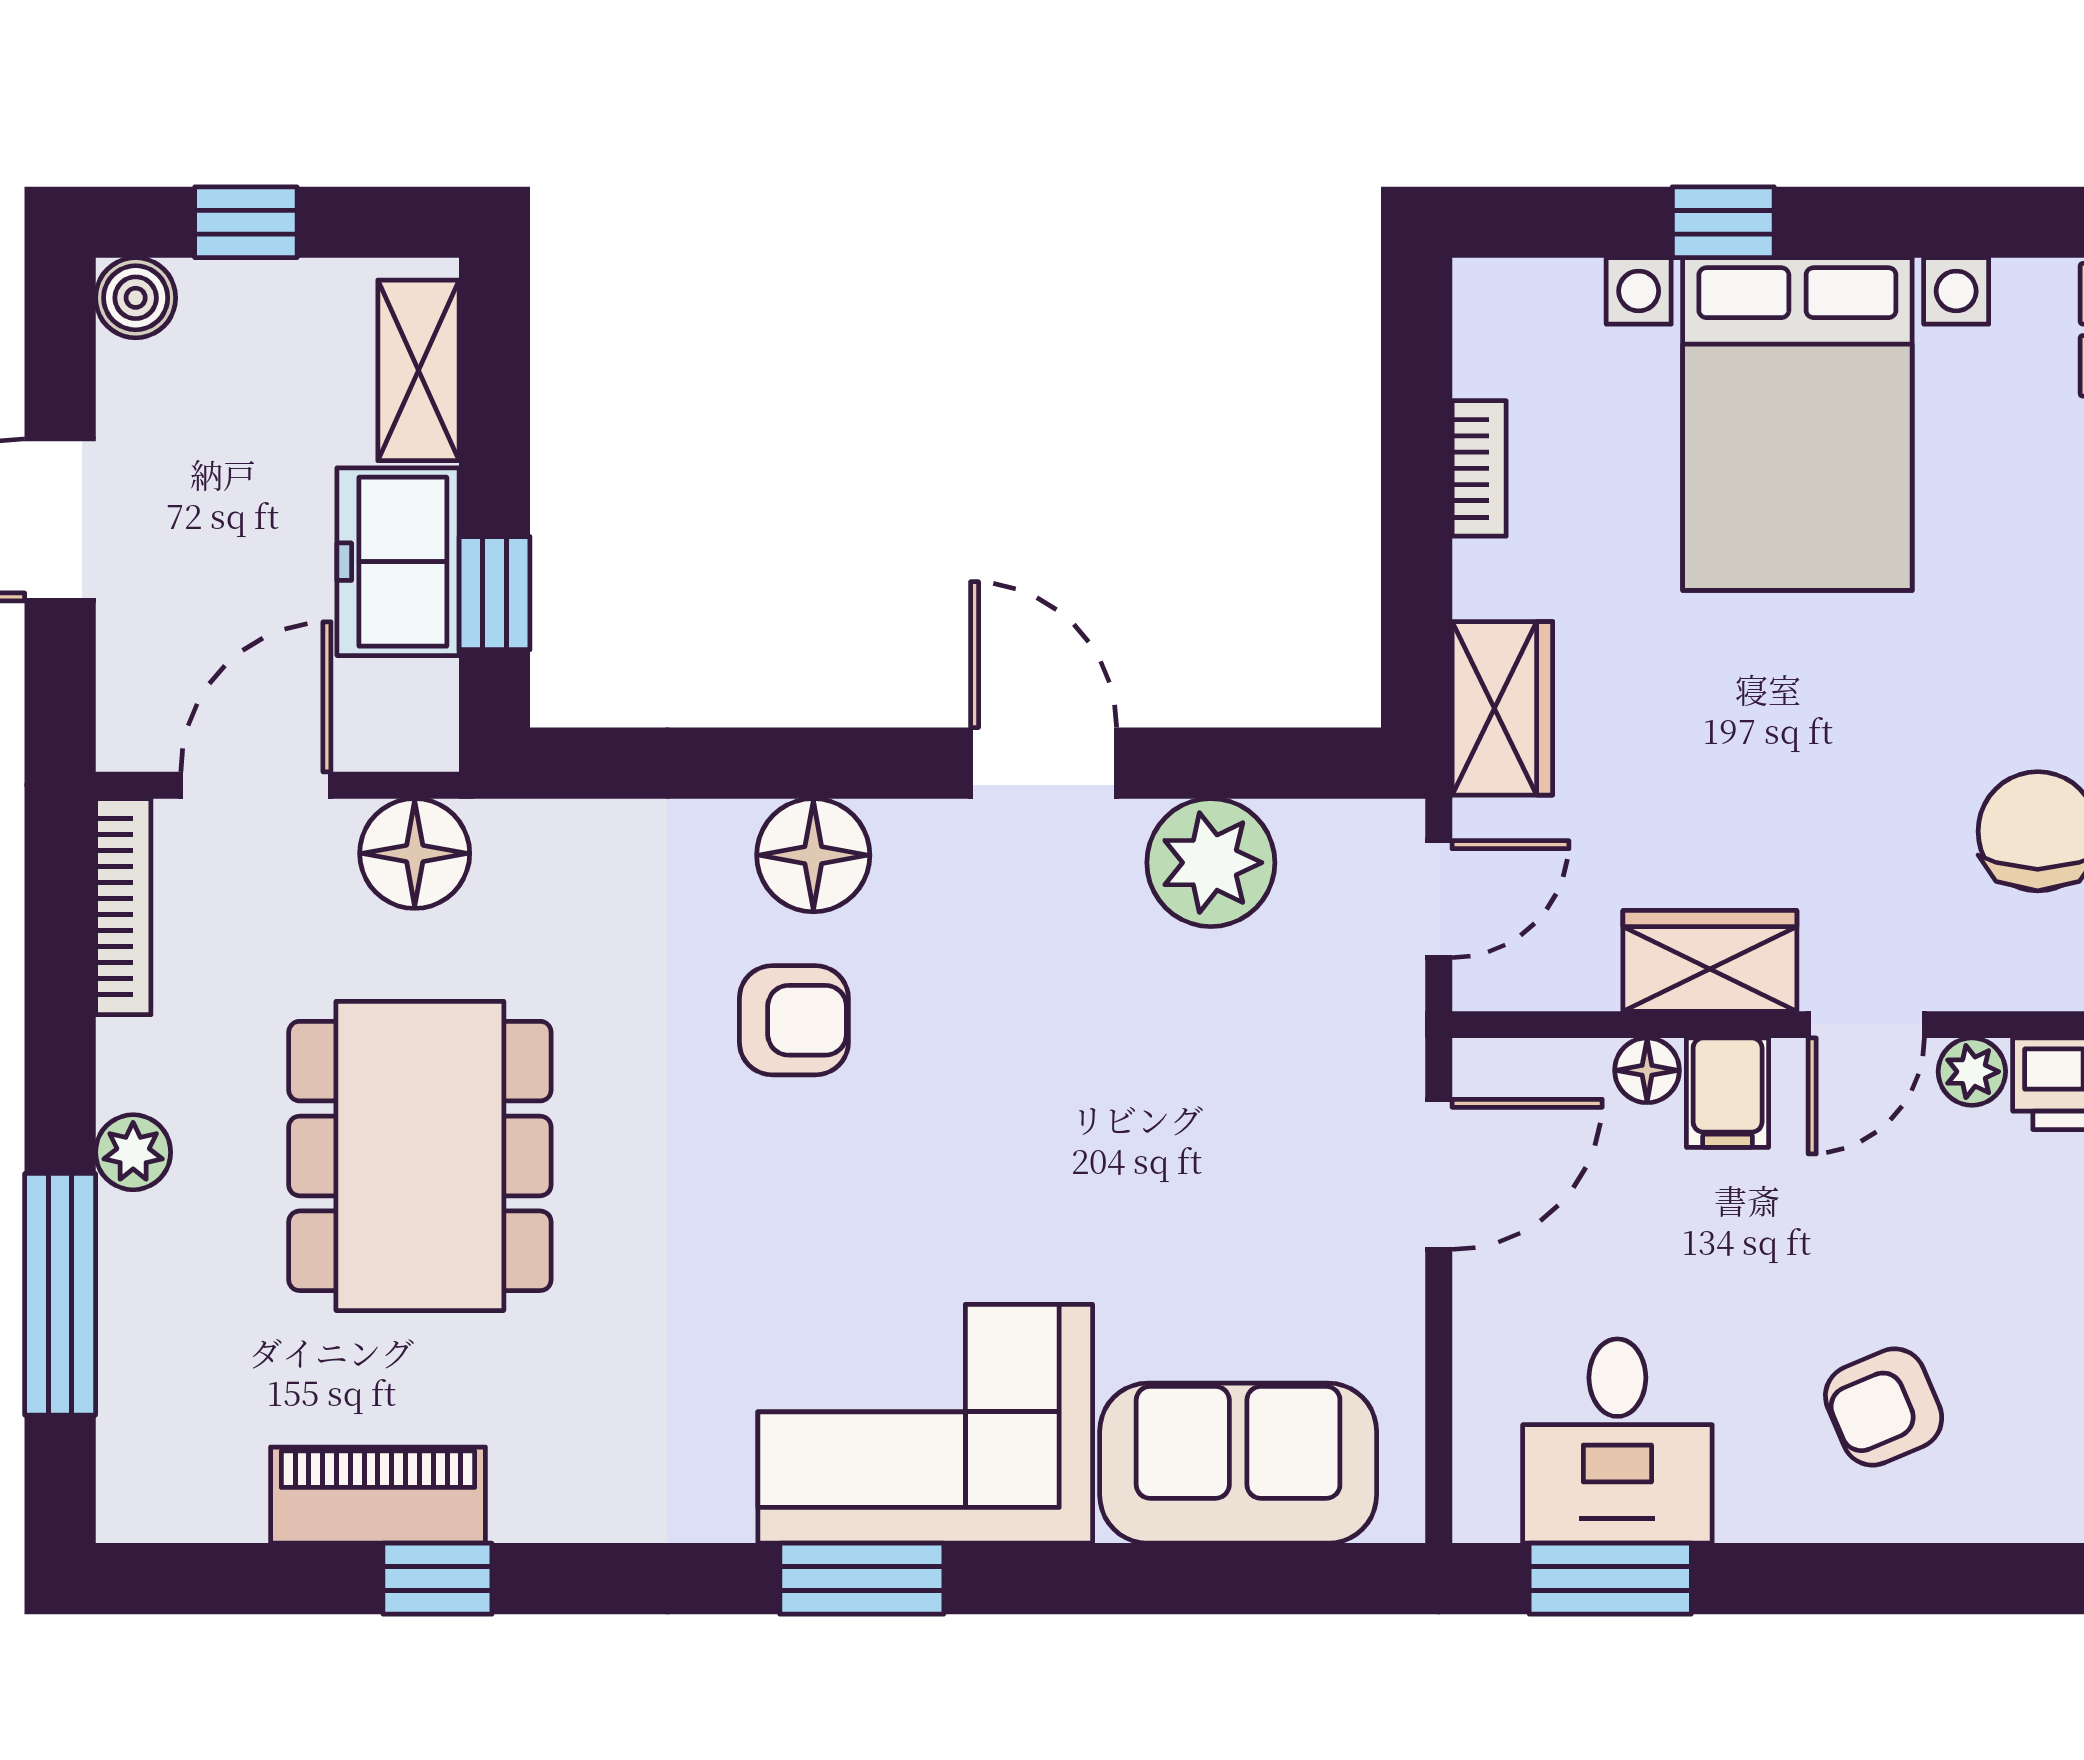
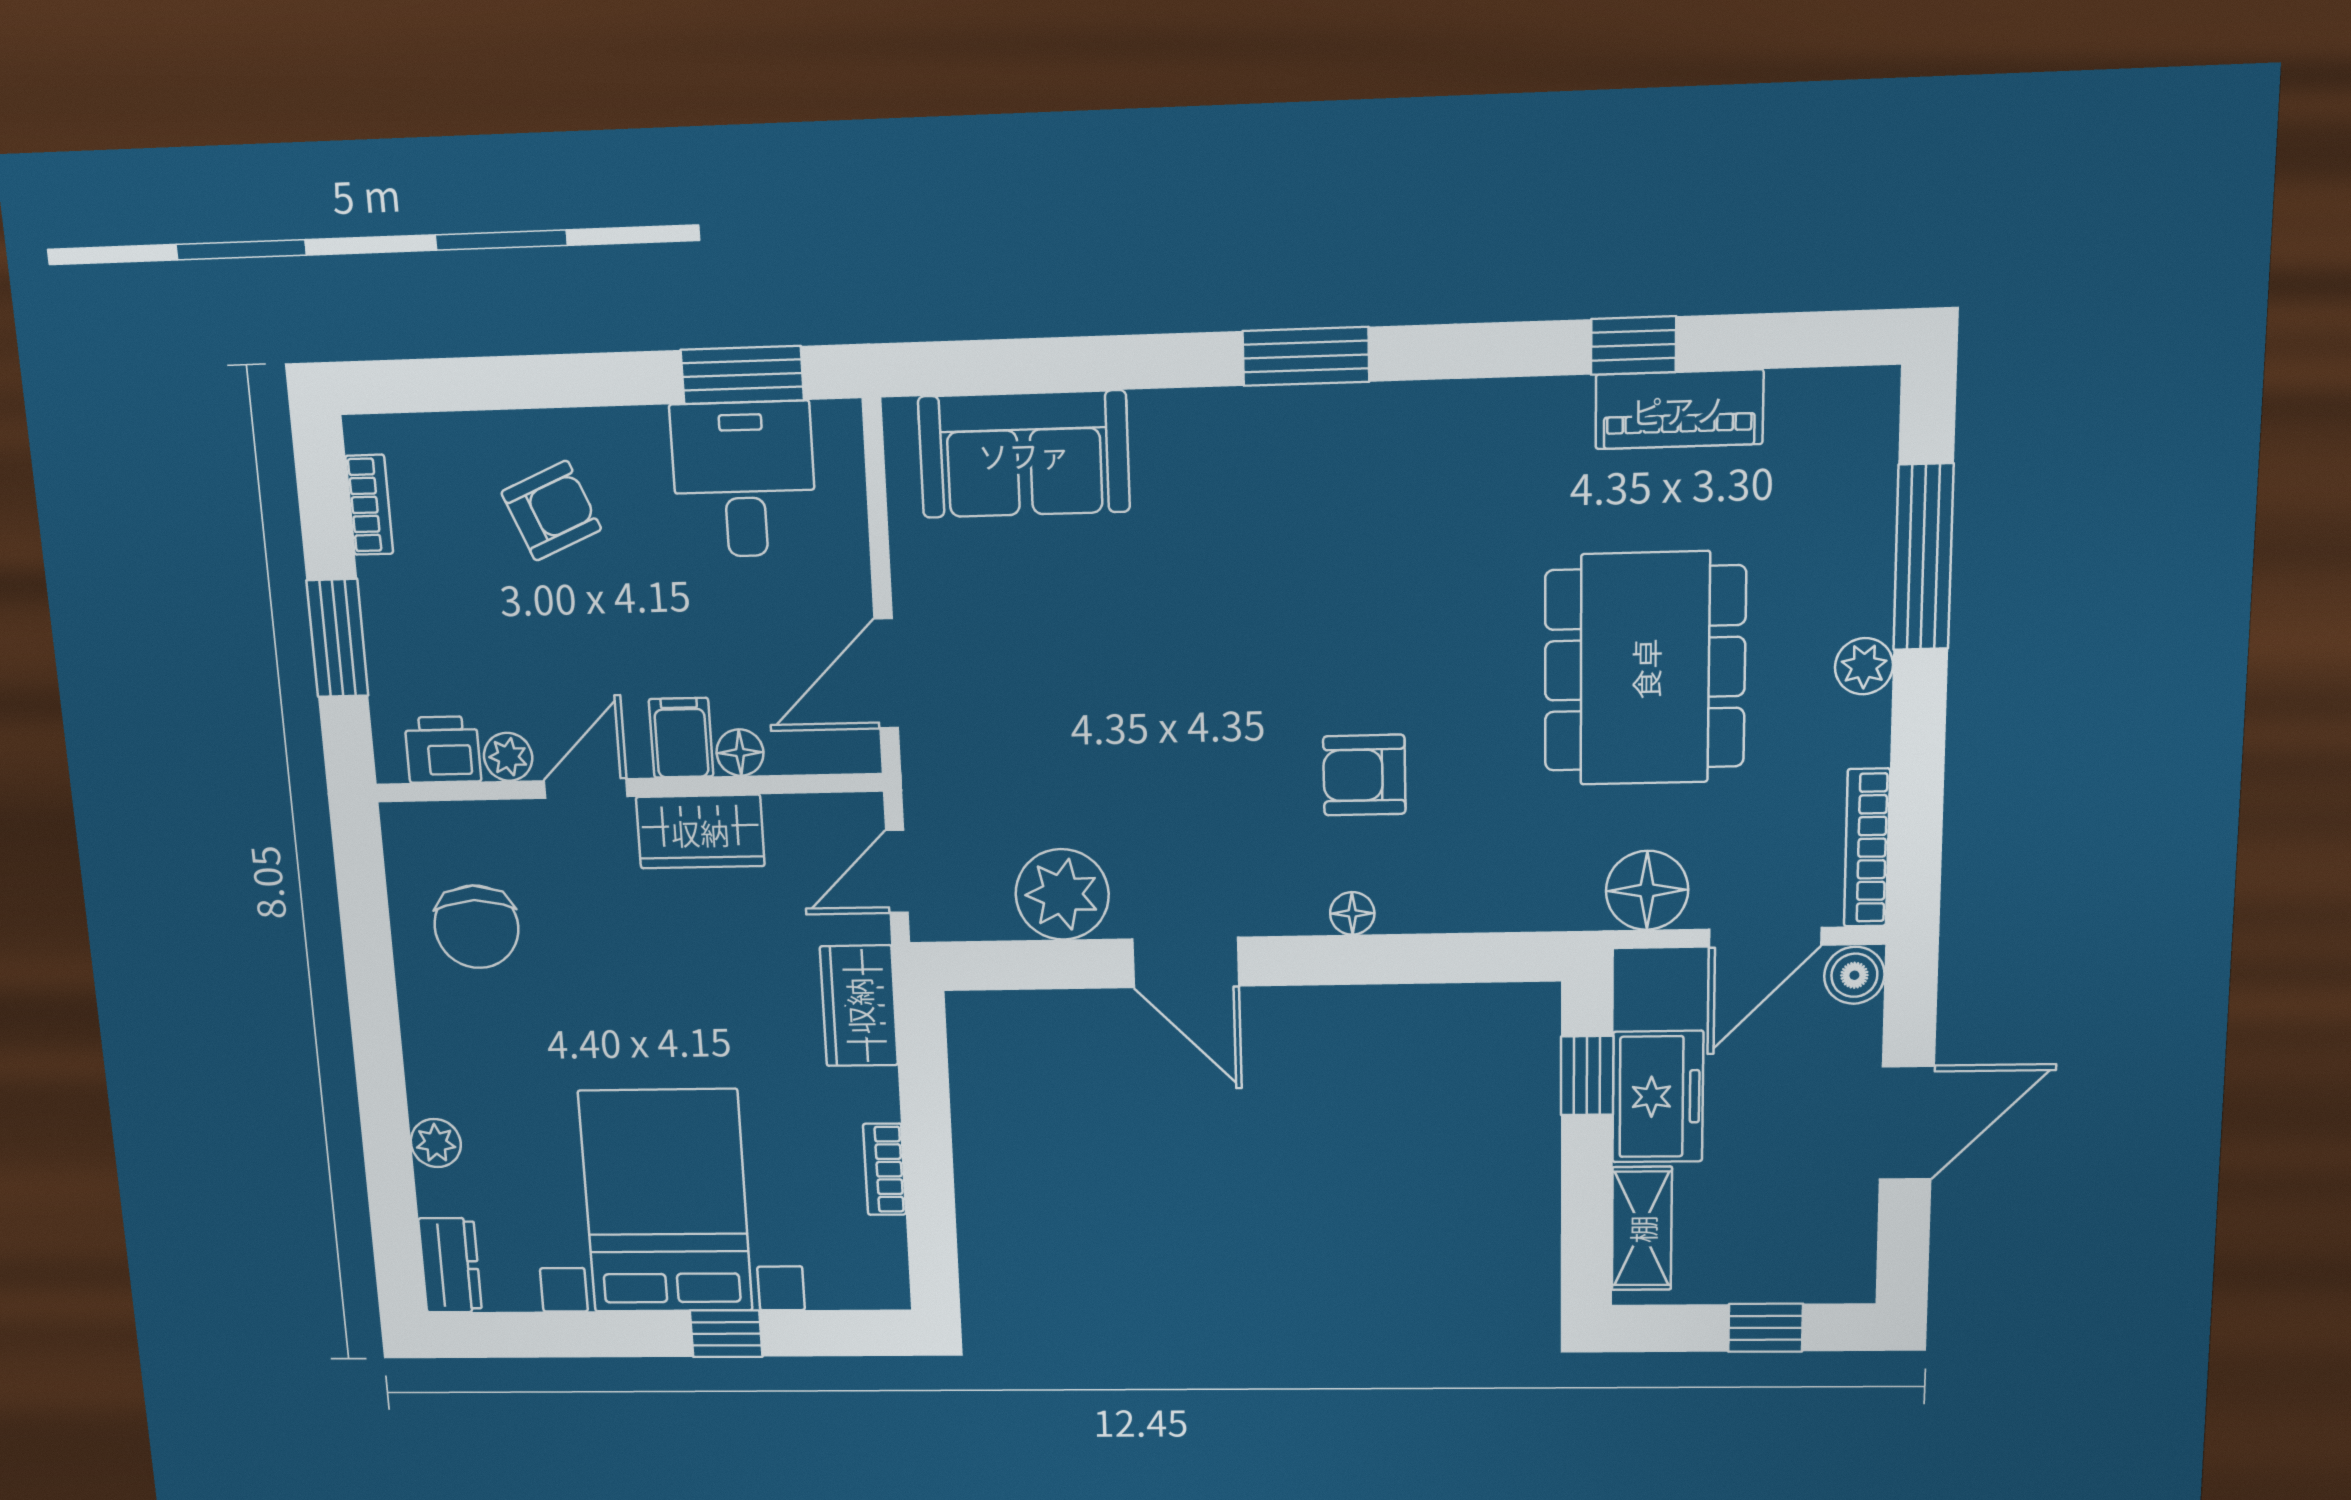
boiler: (136, 298) -> (1854, 975), moved
floor lamp: (813, 855) -> (1352, 913), width x0.53, depth x0.53
corner sofa: (925, 1424) -> (1260, 477), removed

